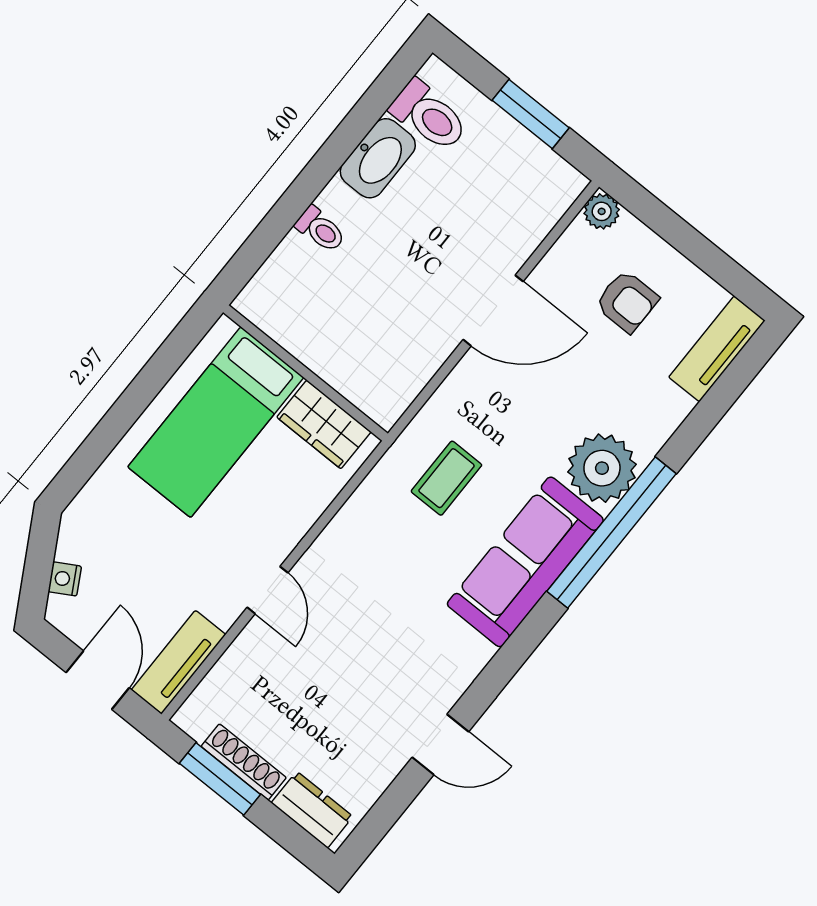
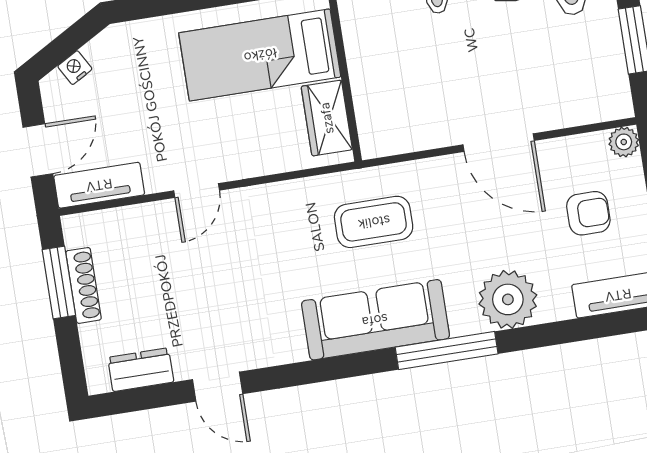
armchair: (627, 301) -> (588, 213), turned -90
plant: (602, 468) -> (508, 299), moved
coffee table: (446, 478) -> (374, 222), width x1.36, depth x1.30
window: (611, 533) -> (447, 350), width x0.68
dresser: (312, 810) -> (141, 370), moved, turned -90

